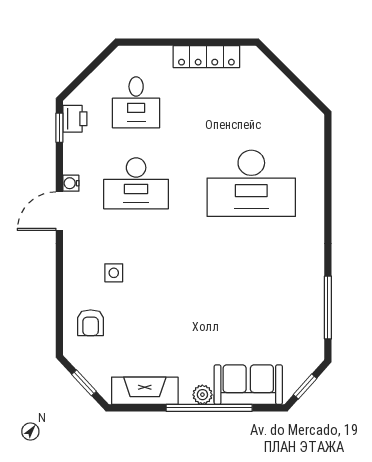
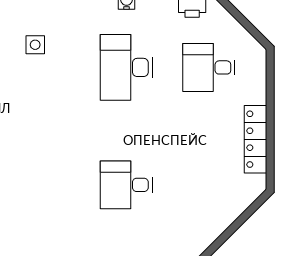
desk: (251, 183) -> (126, 185), width x0.53, depth x0.77

